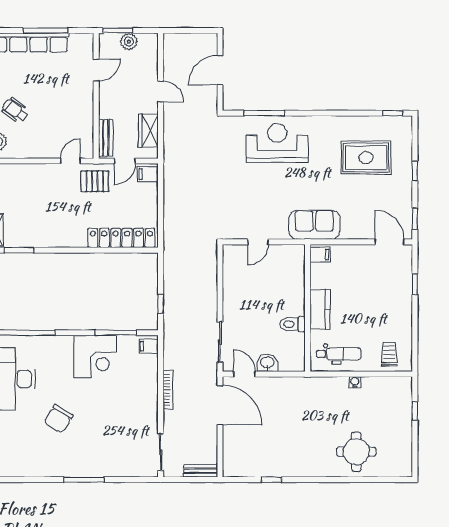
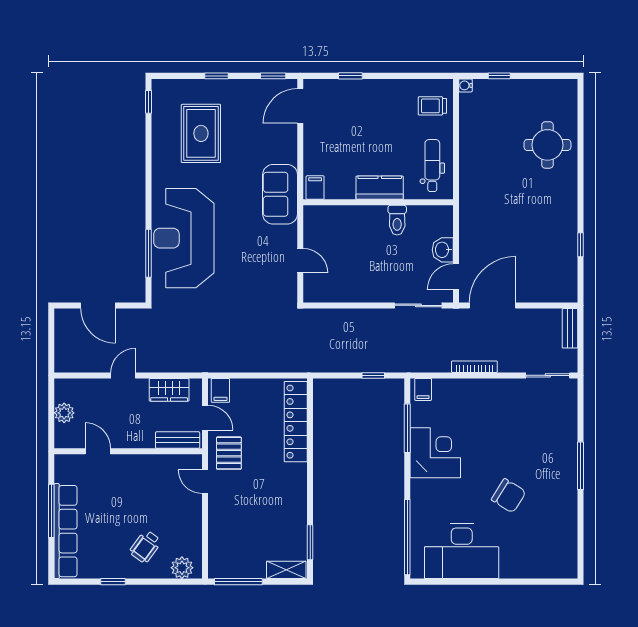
window: (118, 31) -> (51, 426), removed
reception desk: (277, 143) -> (184, 238), width x1.36, depth x1.30
water cooler: (355, 382) -> (465, 85), moved

